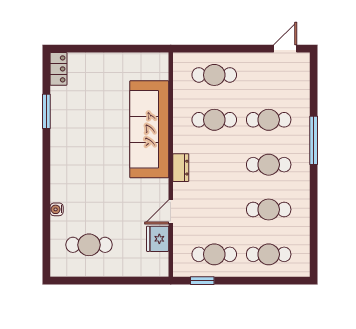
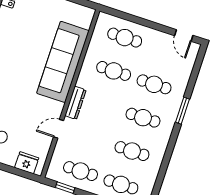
door: (285, 49) -> (184, 35), swing flipped
window: (314, 140) -> (183, 111), width x0.69
dresser: (181, 168) -> (75, 103), width x1.44
fridge: (158, 239) -> (27, 163), moved, turned 90

